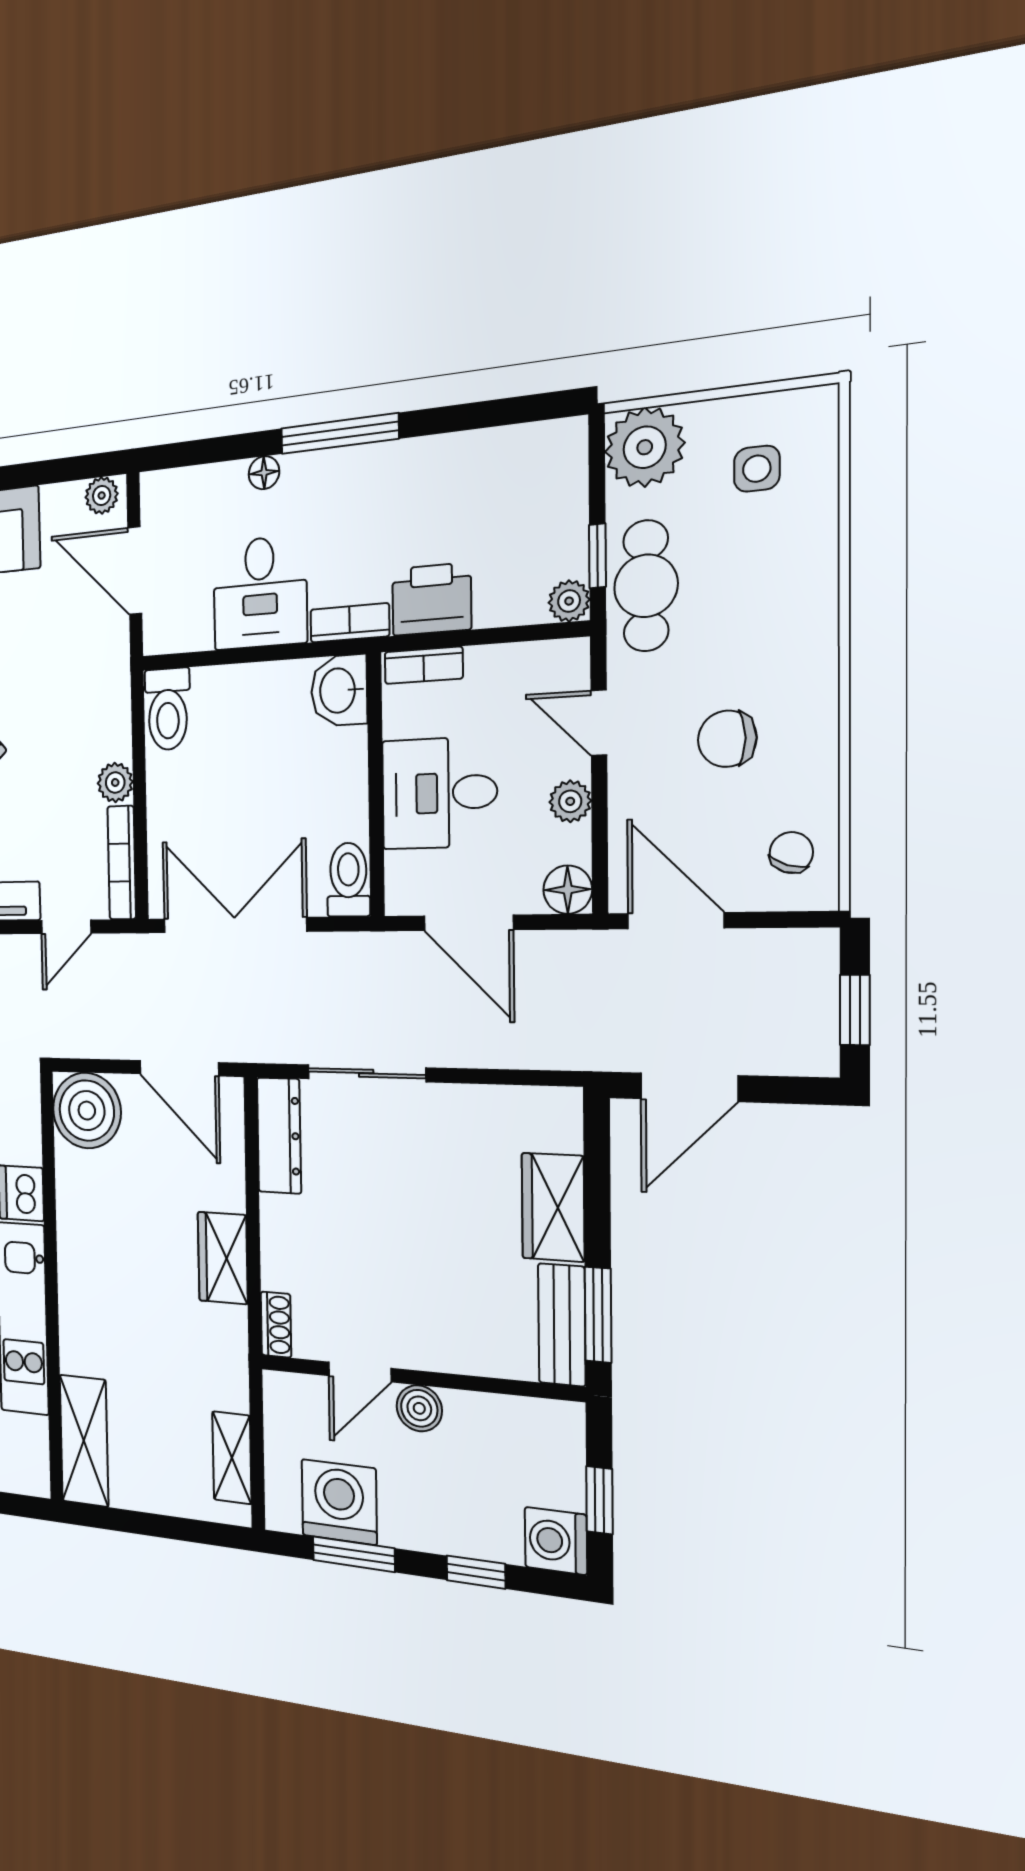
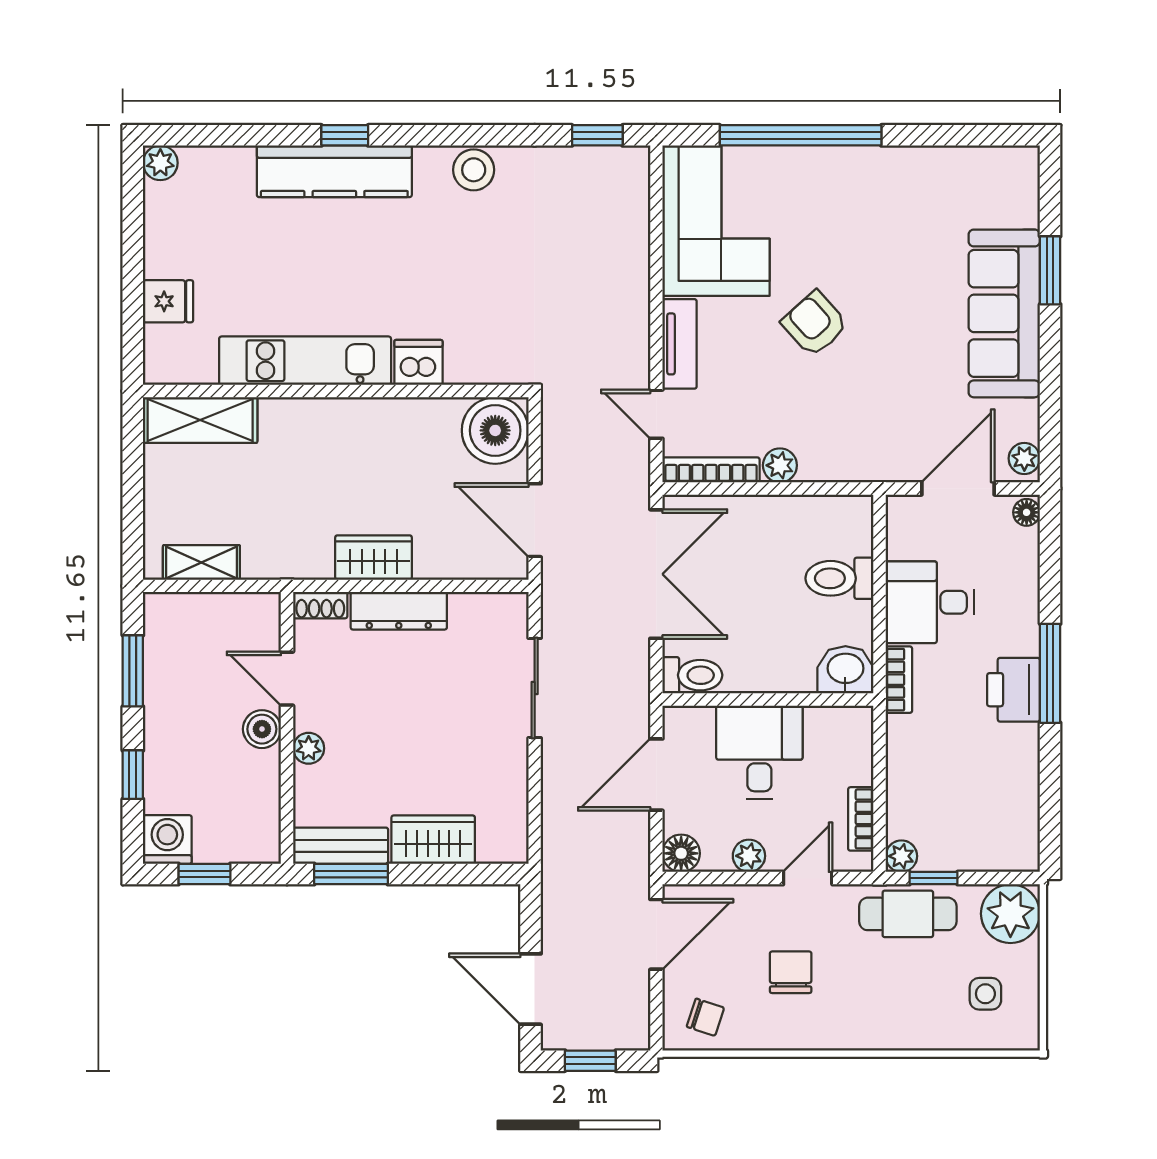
floor lamp: (264, 473) -> (1027, 512), moved
printer: (432, 599) -> (1014, 690), moved, turned 180
bookcase: (424, 665) -> (861, 819), moved
toilet: (168, 709) -> (839, 578), moved
door: (179, 1068) -> (535, 520), hinge flipped
door: (689, 1087) -> (531, 989), moved
dresser: (279, 1136) -> (399, 611), moved
plant: (441, 1354) -> (309, 748), added
washing machine: (339, 1502) -> (175, 659), removed

